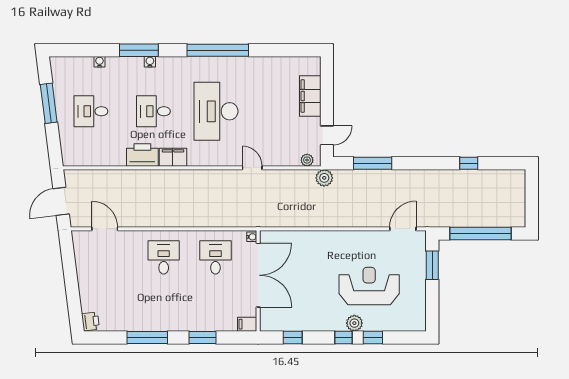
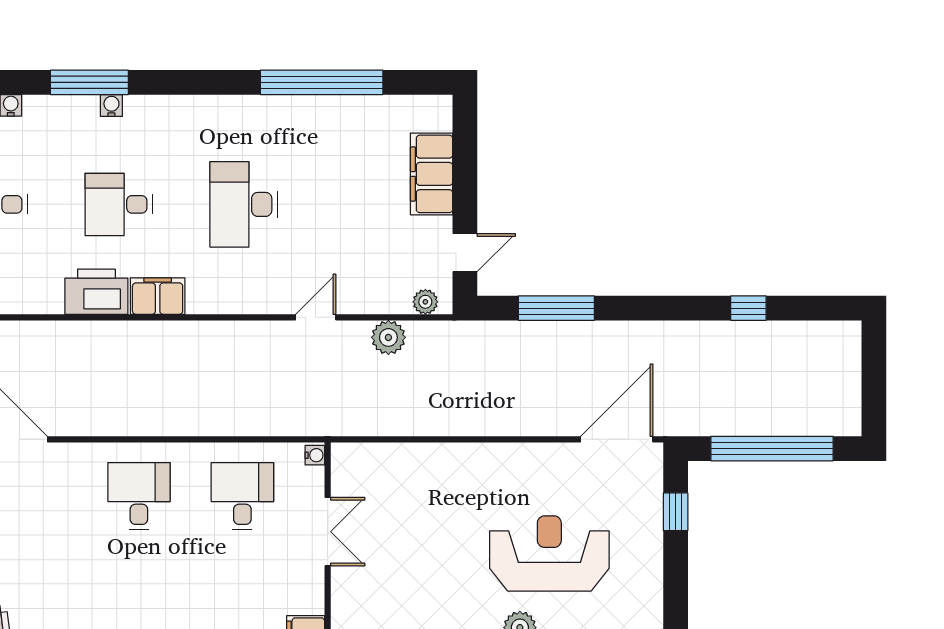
window: (218, 50) -> (322, 82), moved
desk: (216, 111) -> (244, 204), width x0.73, depth x0.77
door: (252, 168) -> (316, 317), hinge flipped
plant: (324, 178) -> (388, 337), moved
door: (403, 229) -> (617, 439), width x1.36
window: (432, 265) -> (676, 512), width x0.67
double door: (258, 275) -> (328, 532), width x0.54

